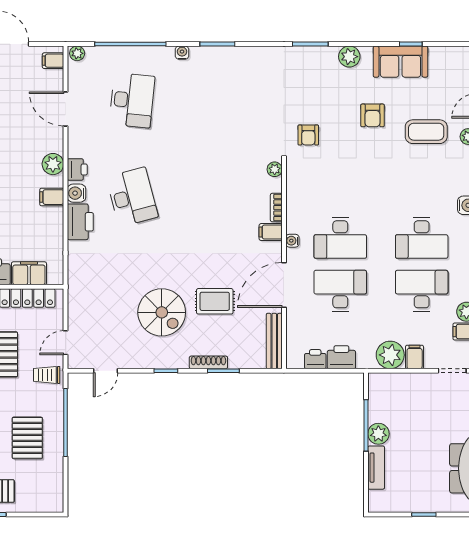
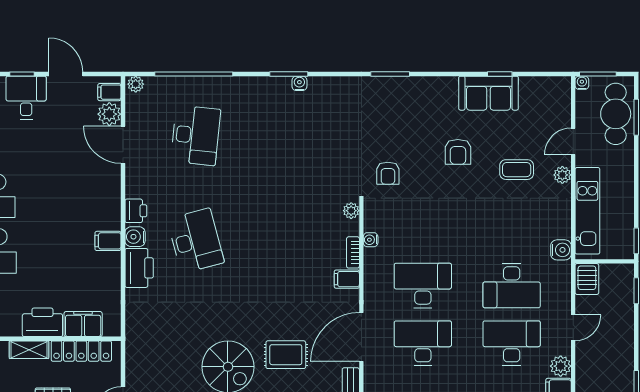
water cooler: (182, 53) -> (299, 83), moved
plant: (349, 57) -> (433, 88), removed
coffee table: (426, 132) -> (517, 170), width x0.73, depth x0.77
plant: (53, 164) -> (109, 114), moved
desk: (340, 238) -> (423, 285), turned 180
water cooler: (292, 241) -> (371, 240), moved

